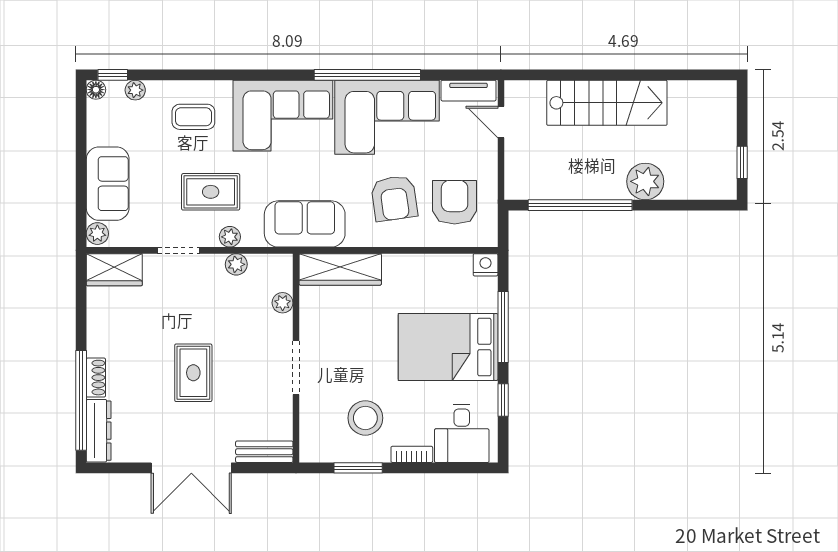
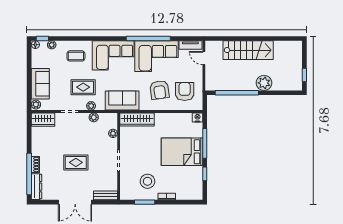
rug: (193, 373) -> (76, 162), turned 90
desk: (462, 433) -> (188, 188), removed

